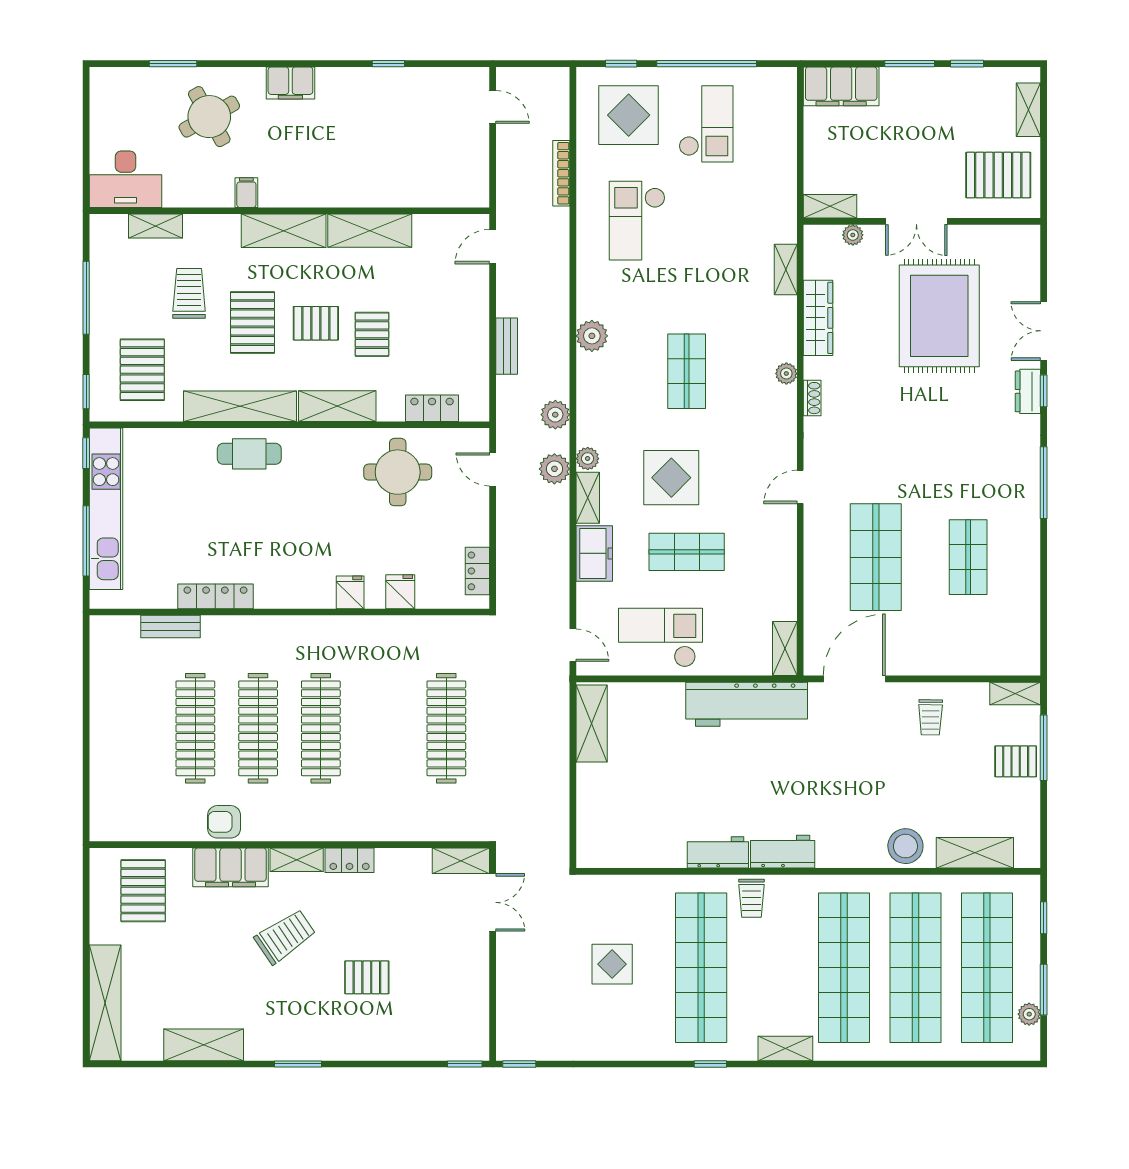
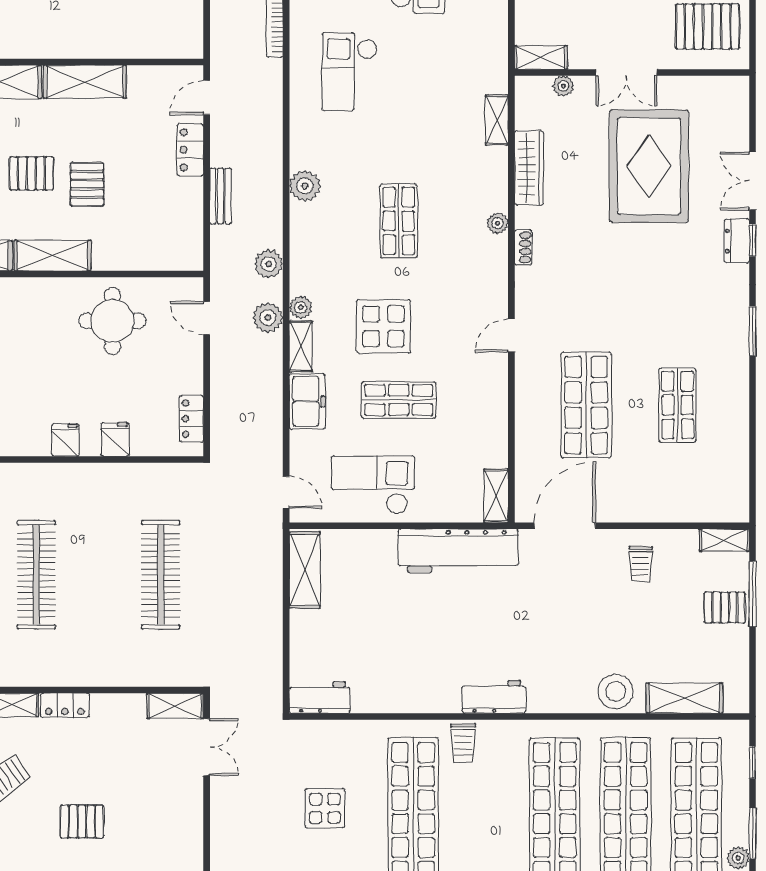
locker: (432, 408) -> (190, 150), moved, turned -90
window: (1044, 483) -> (753, 331), width x0.69
workbench: (718, 852) -> (320, 698), moved

